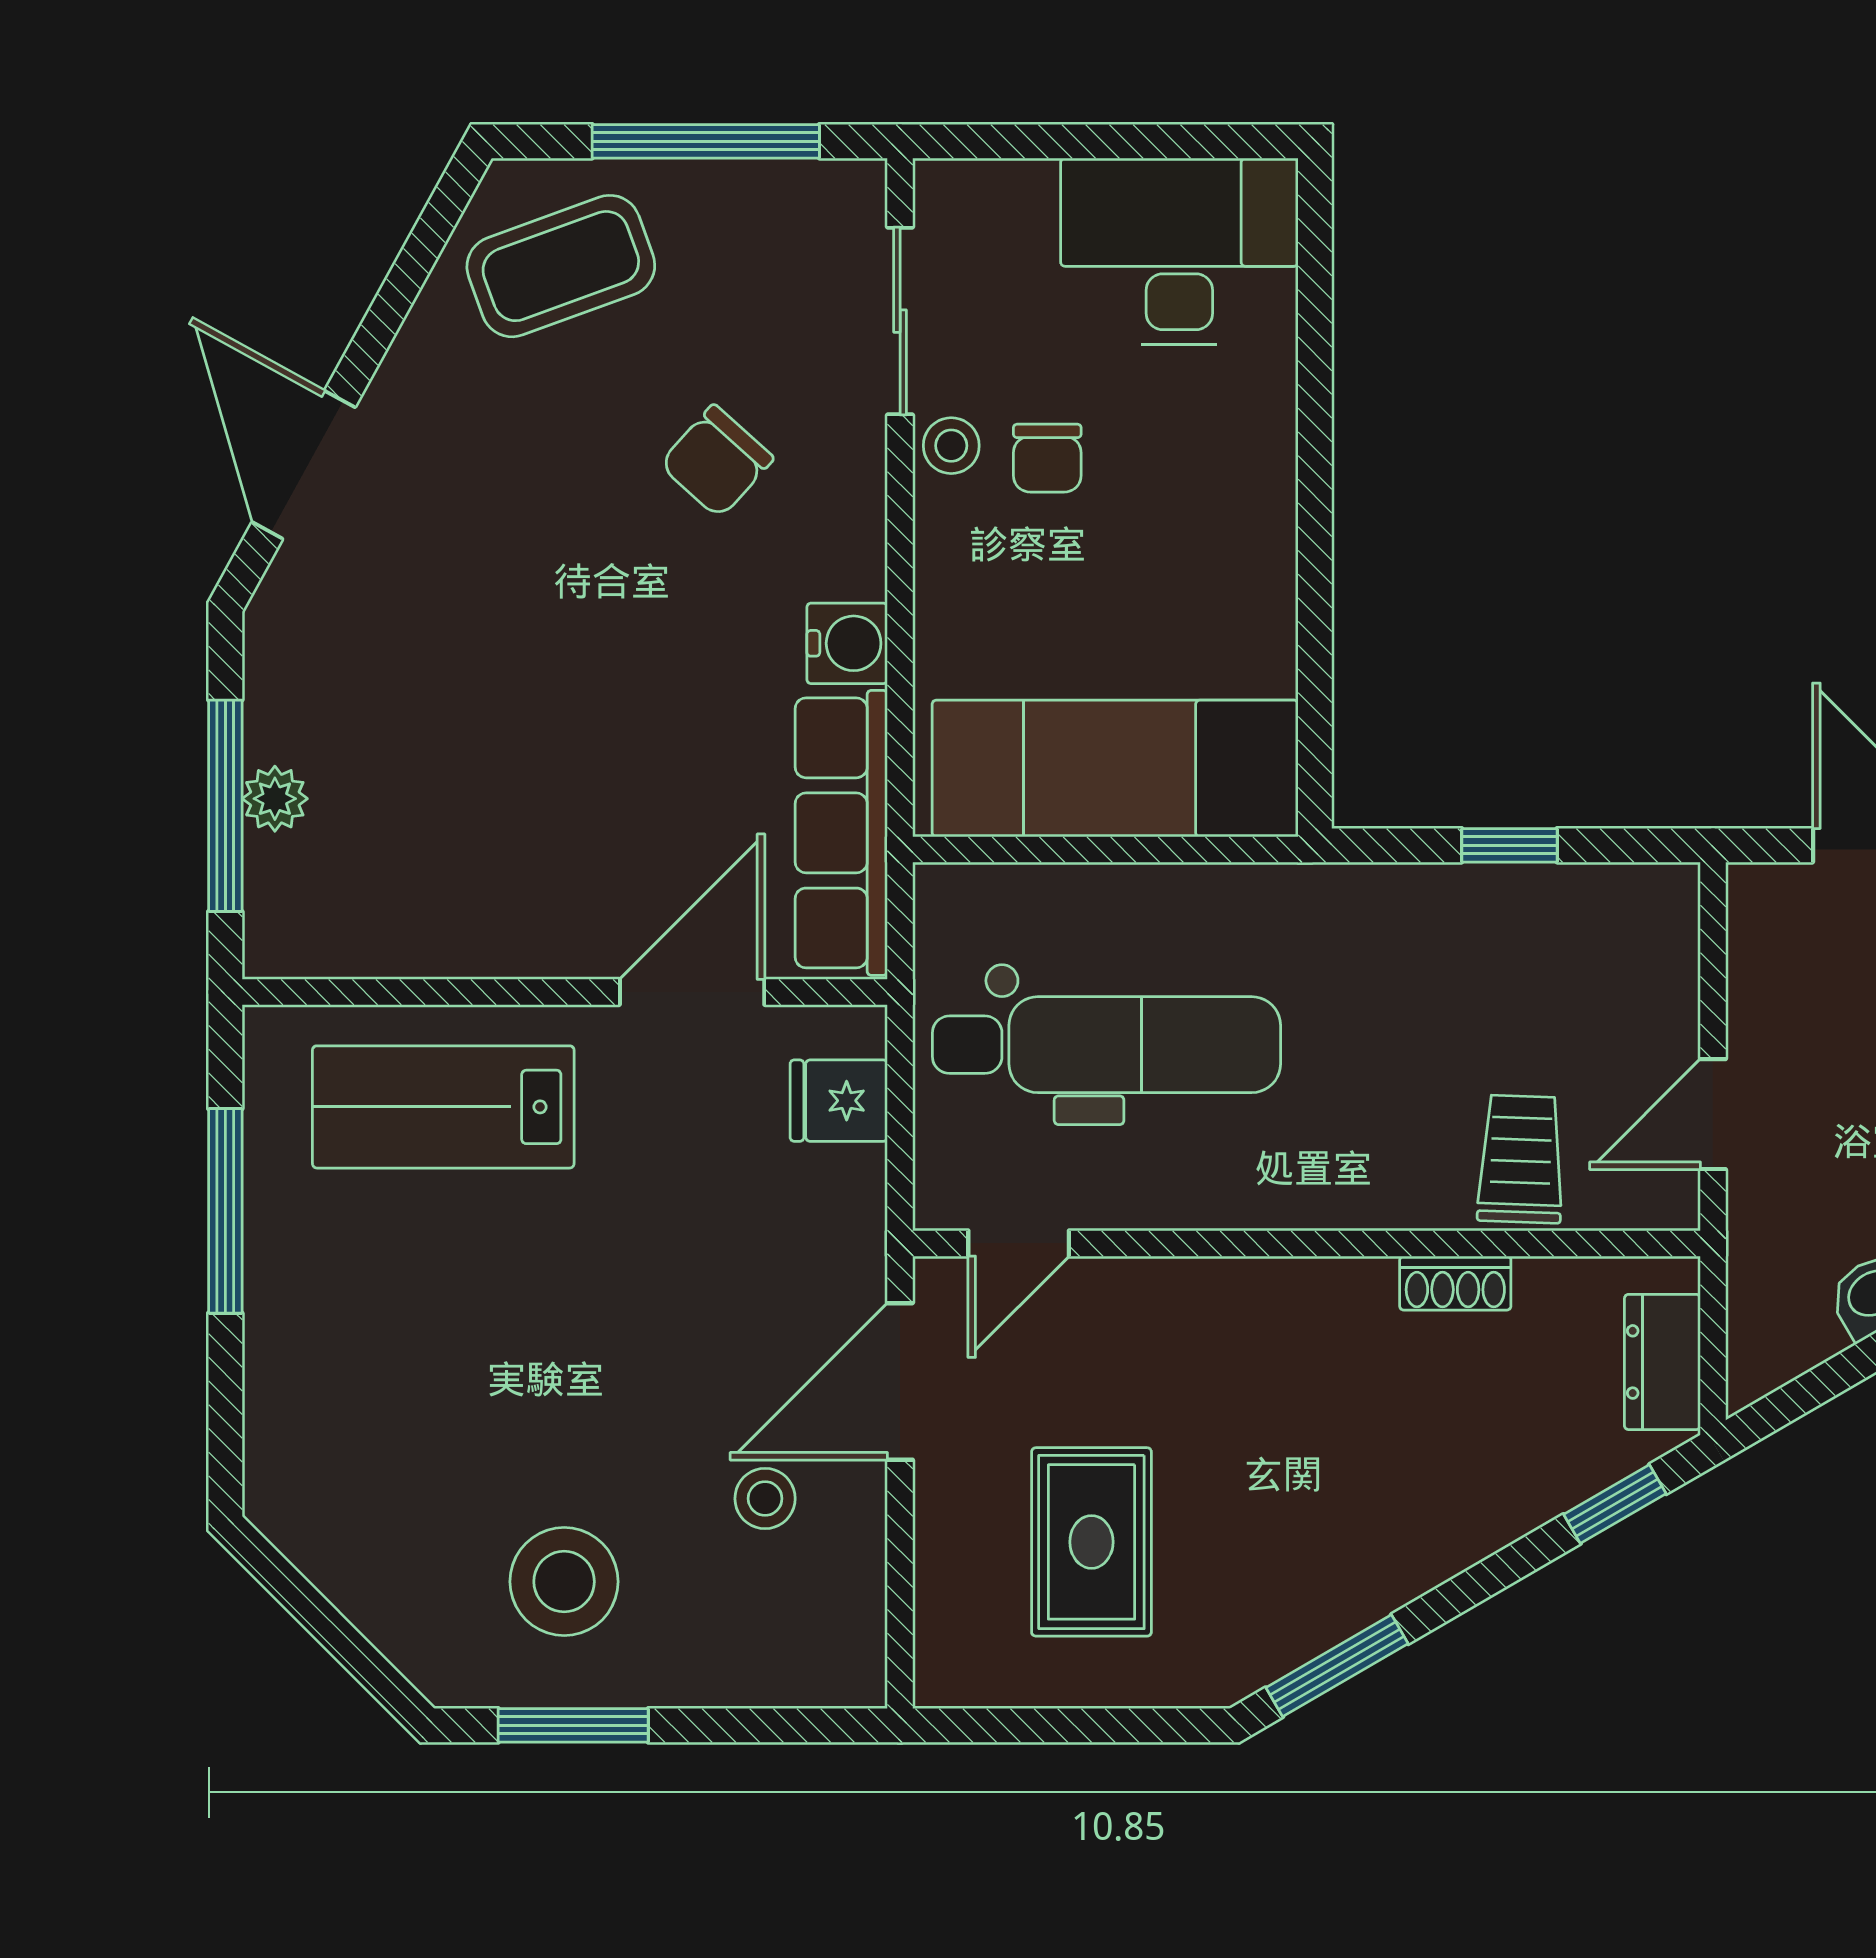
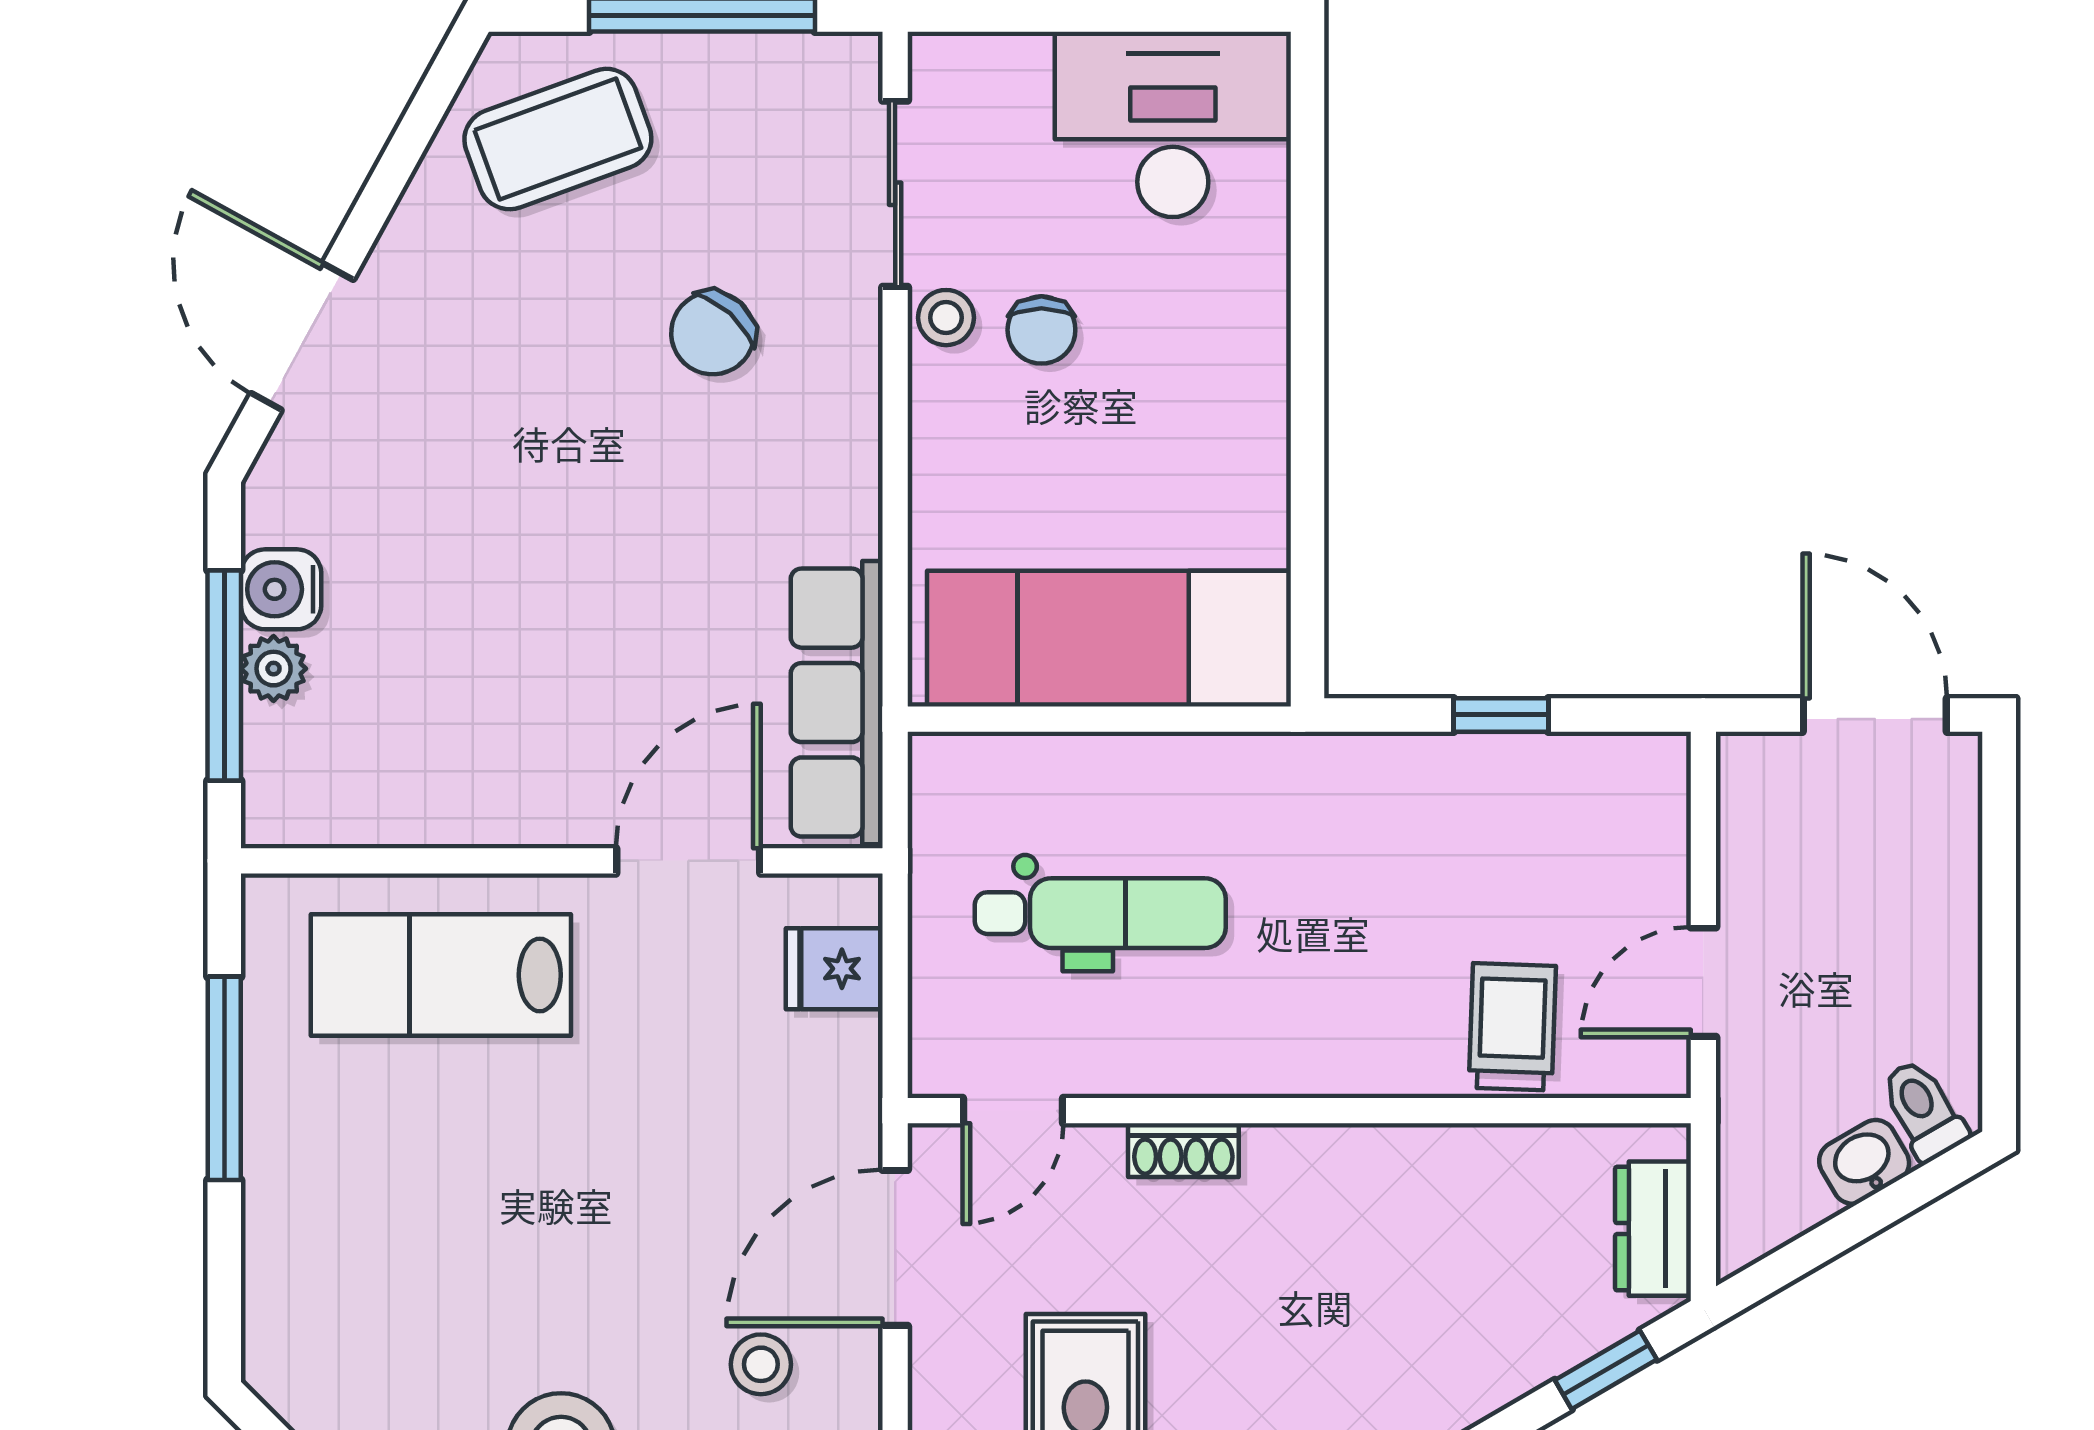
water cooler: (847, 643) -> (281, 589), moved, turned 180
dental chair: (1106, 1045) -> (1100, 913), width x0.73, depth x0.72
shoe rack: (1455, 1283) -> (1183, 1150), moved

